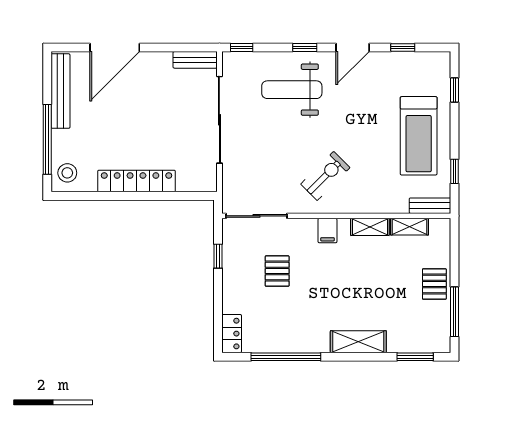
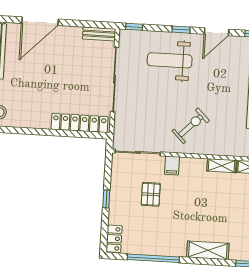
locker: (136, 181) -> (80, 123), moved
filing cabinet: (327, 231) -> (172, 165), moved
window: (218, 256) -> (106, 199), moved

